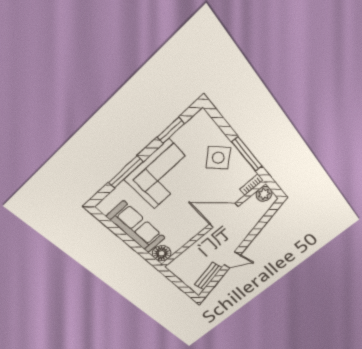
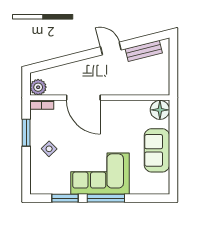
window: (247, 154) -> (26, 133), width x0.69
side table: (218, 158) -> (49, 149), width x0.54, depth x0.54
window: (126, 172) -> (106, 198), moved
sofa: (136, 227) -> (157, 150), width x0.73

